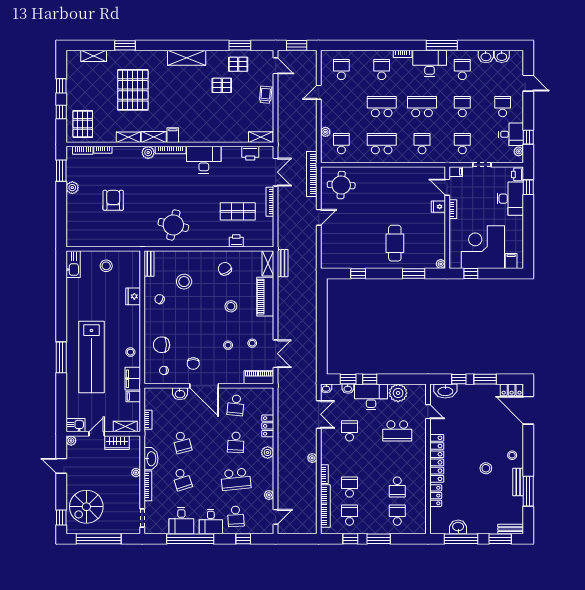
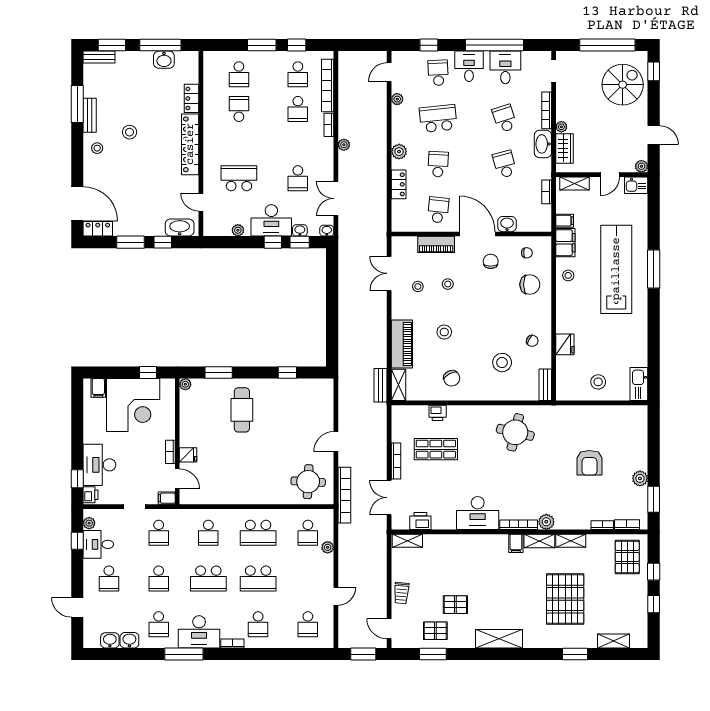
piano: (259, 377) -> (436, 244), moved
plant: (398, 393) -> (238, 230), width x0.53, depth x0.53
wardrobe: (117, 443) -> (564, 148), moved, turned 90

